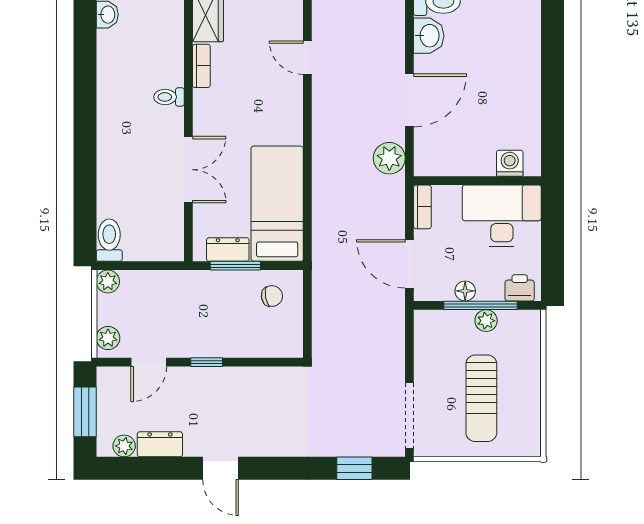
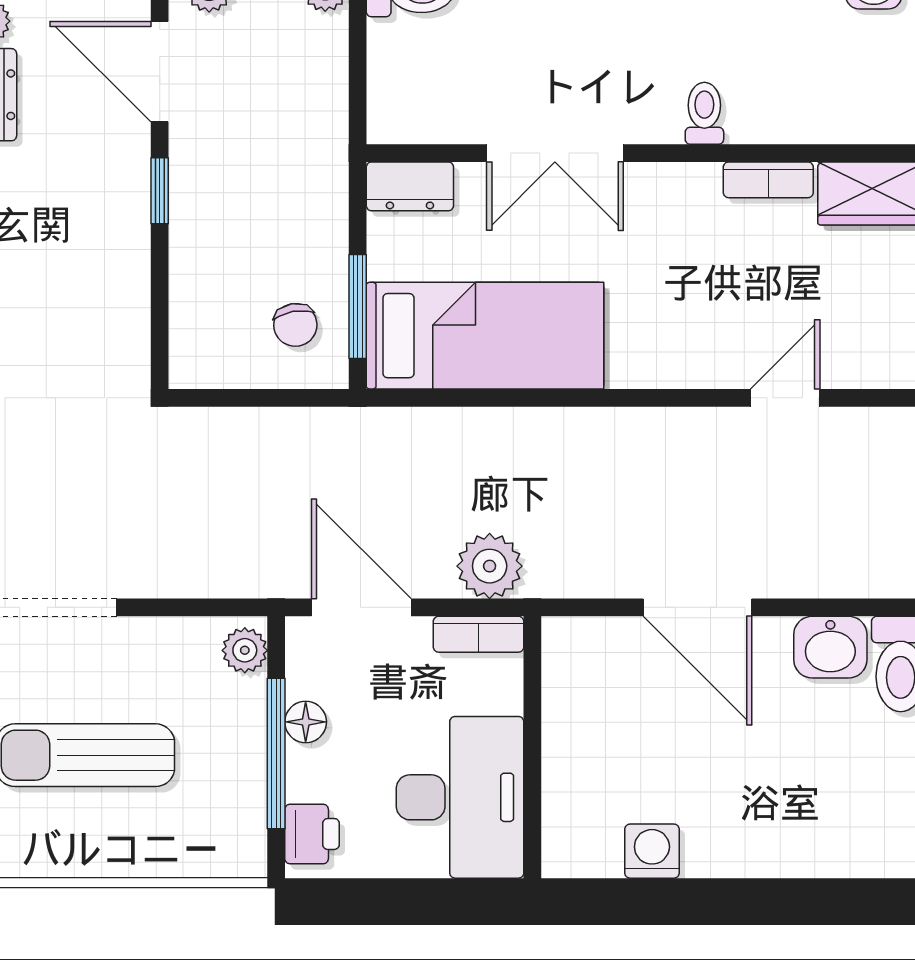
plant: (389, 158) -> (490, 566), moved
washing machine: (510, 163) -> (652, 851), moved, turned -90
dresser: (228, 250) -> (410, 186), moved, turned 90
door: (409, 264) -> (361, 607), hinge flipped
window: (235, 266) -> (358, 307), moved
plant: (486, 321) -> (245, 650), moved
door: (149, 362) -> (160, 72), width x1.38

